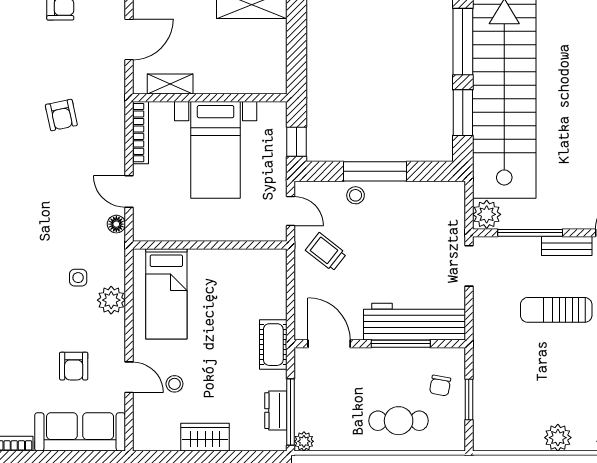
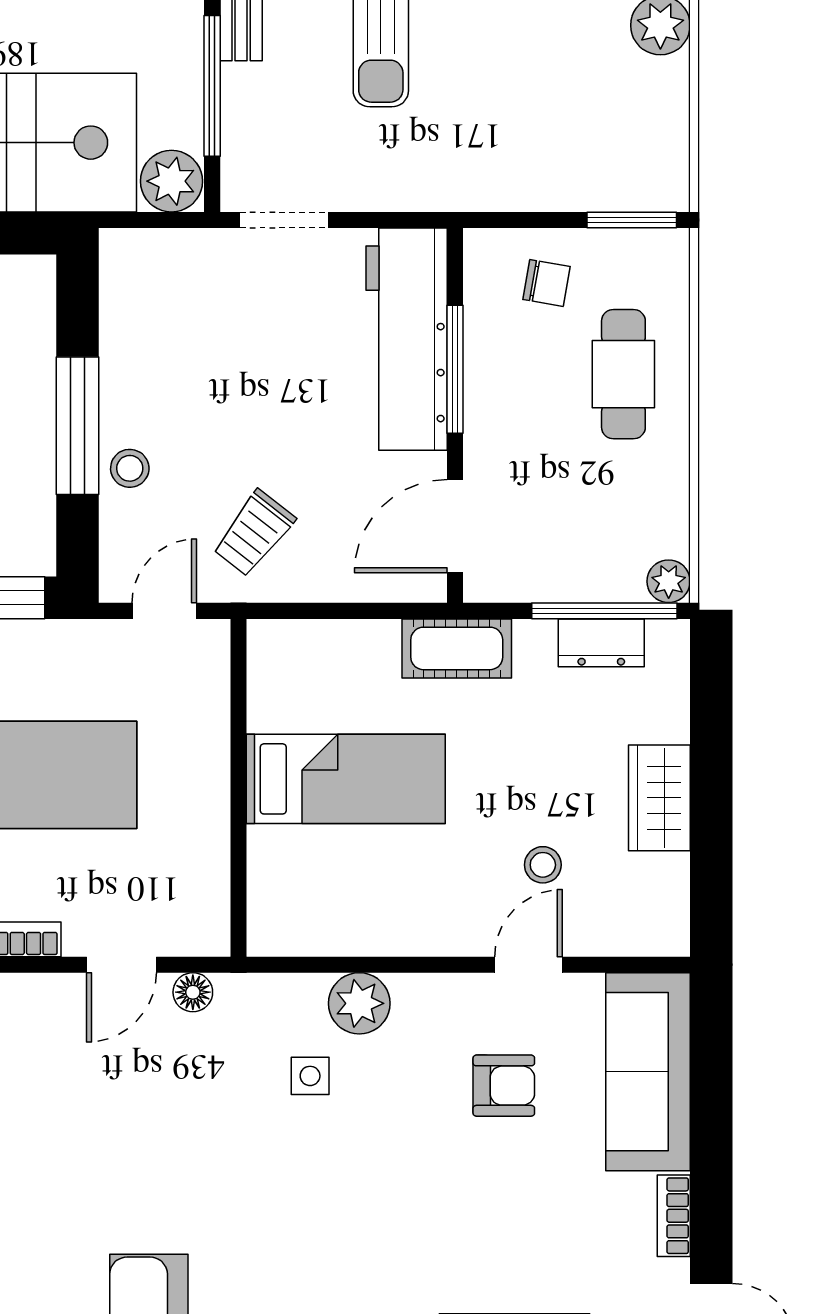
bed: (166, 294) -> (346, 779), moved
window: (469, 399) -> (632, 220), moved

